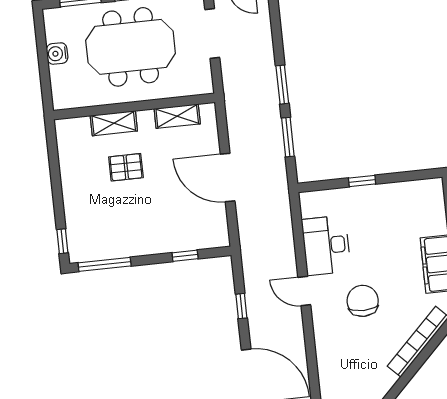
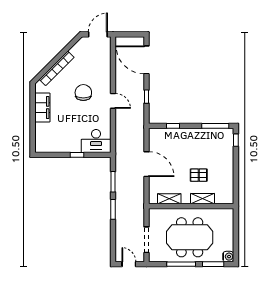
water cooler: (57, 54) -> (228, 257), moved
desk: (326, 245) -> (96, 141), moved, turned 90
chair: (363, 301) -> (83, 93), turned 180

